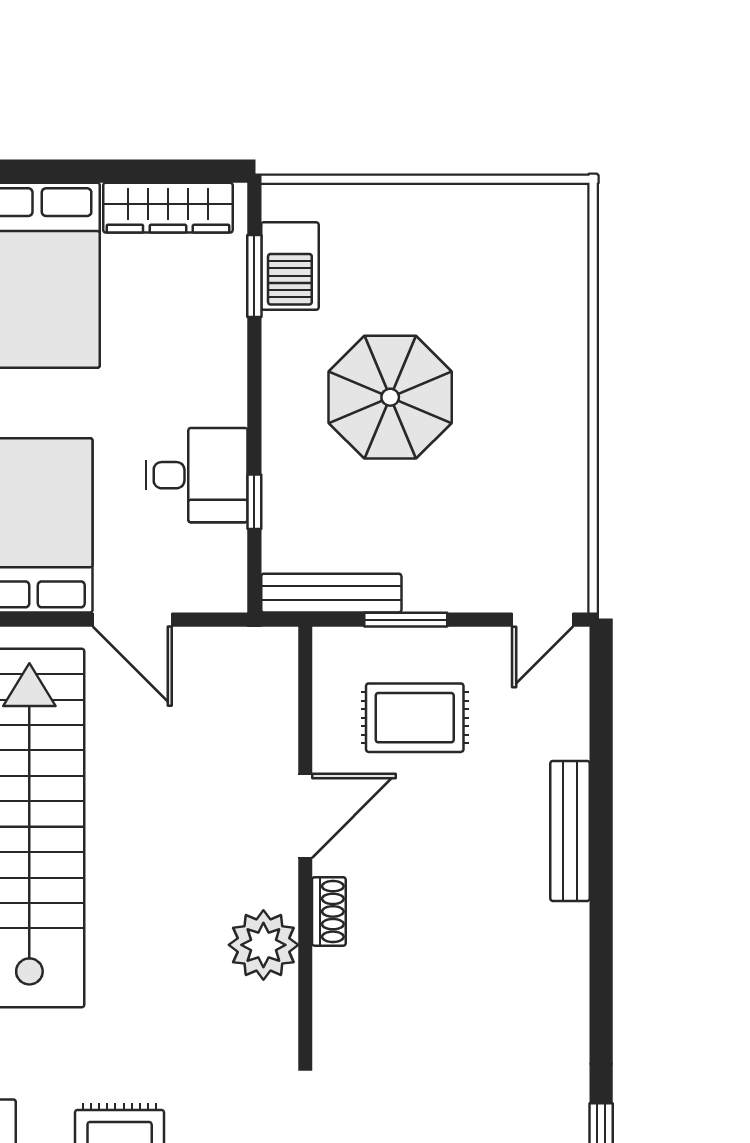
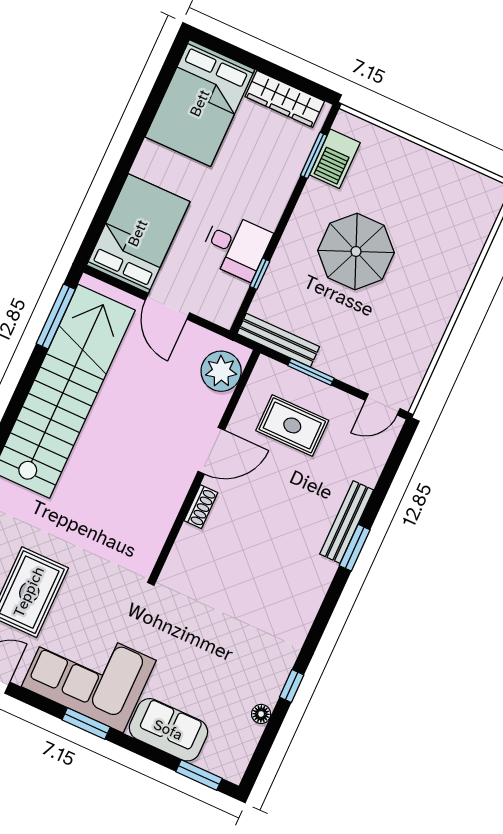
window: (601, 866) -> (355, 548), added
plant: (263, 945) -> (221, 371), moved

